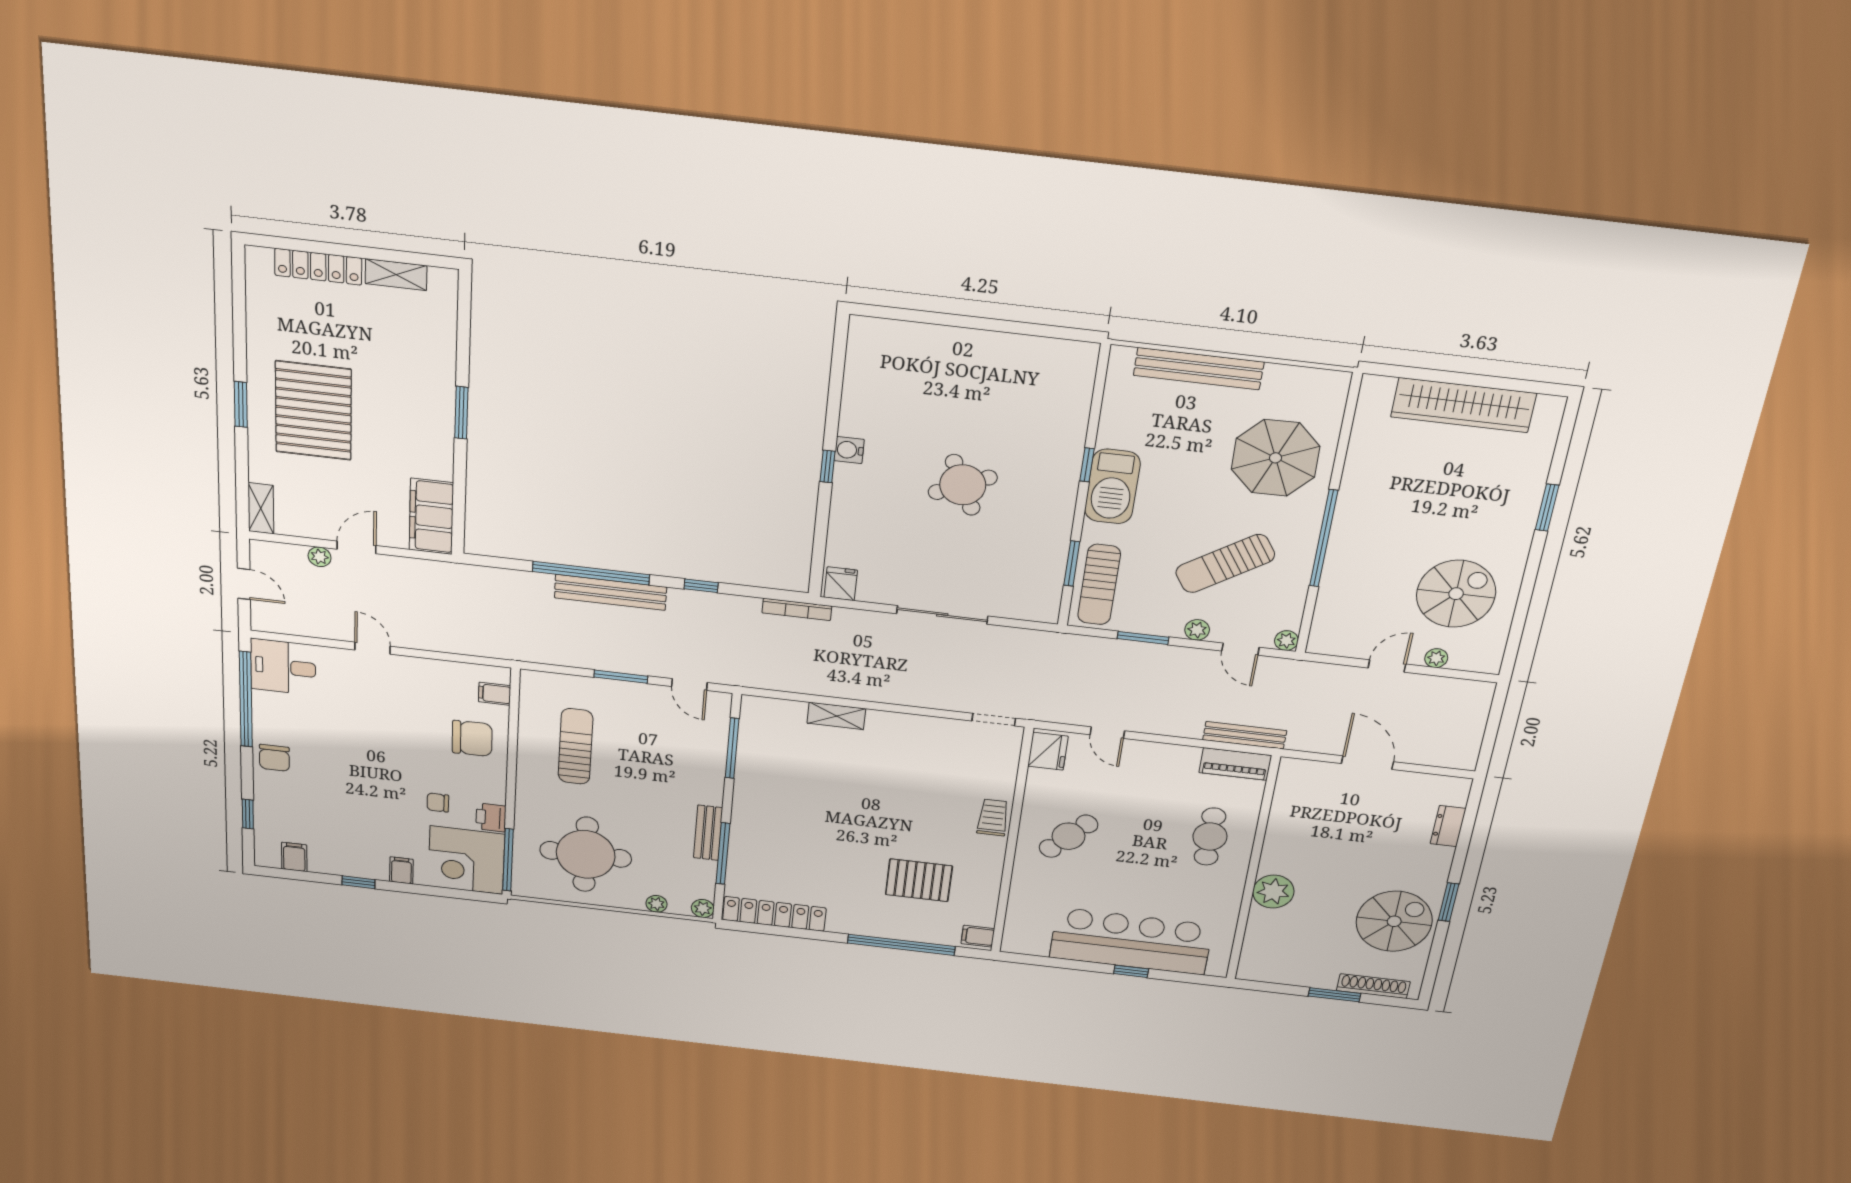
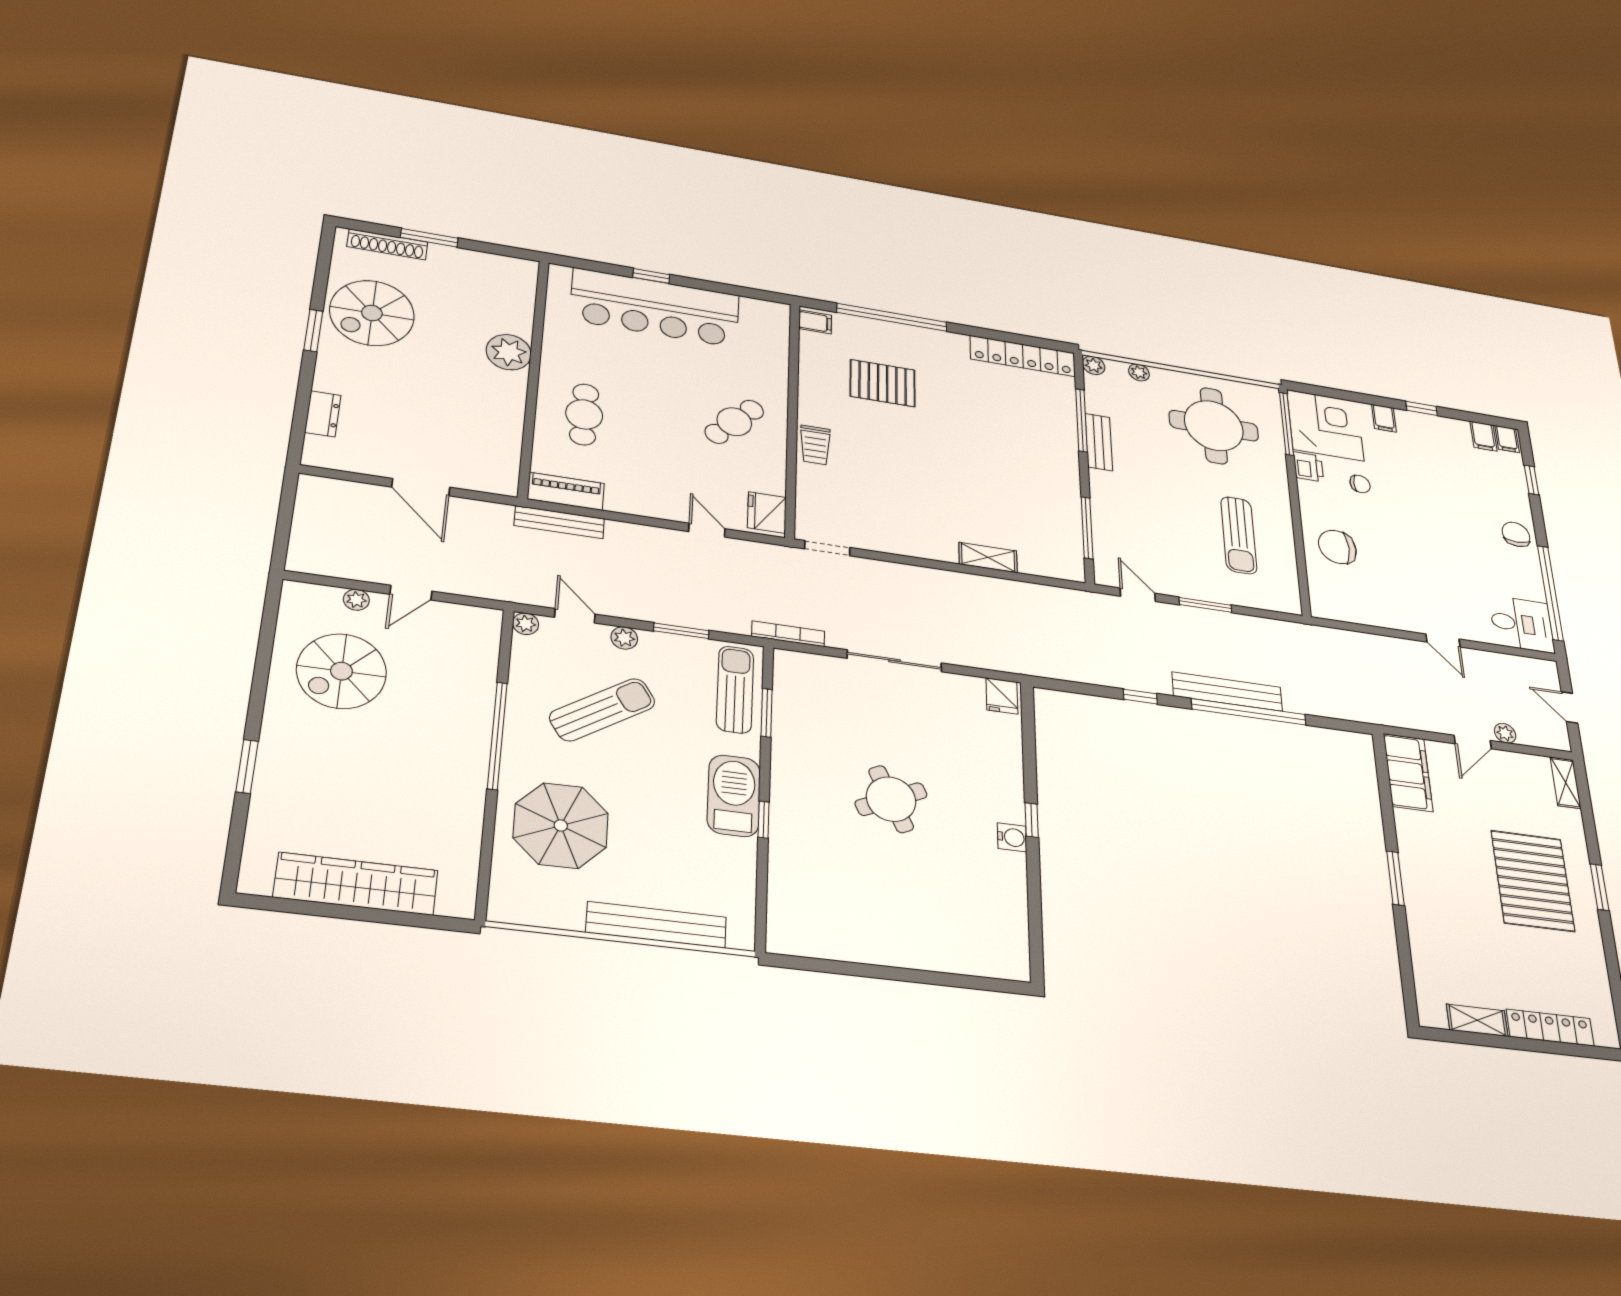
bookcase: (797, 609) -> (788, 634), moved
filing cabinet: (495, 694) -> (1507, 439), moved, turned 90

